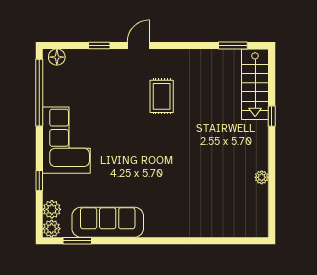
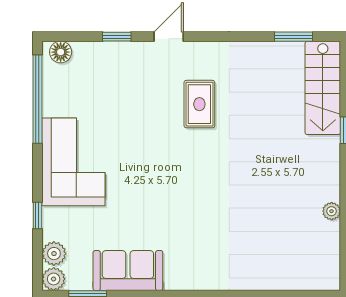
sofa: (108, 222) -> (128, 271), width x0.73

